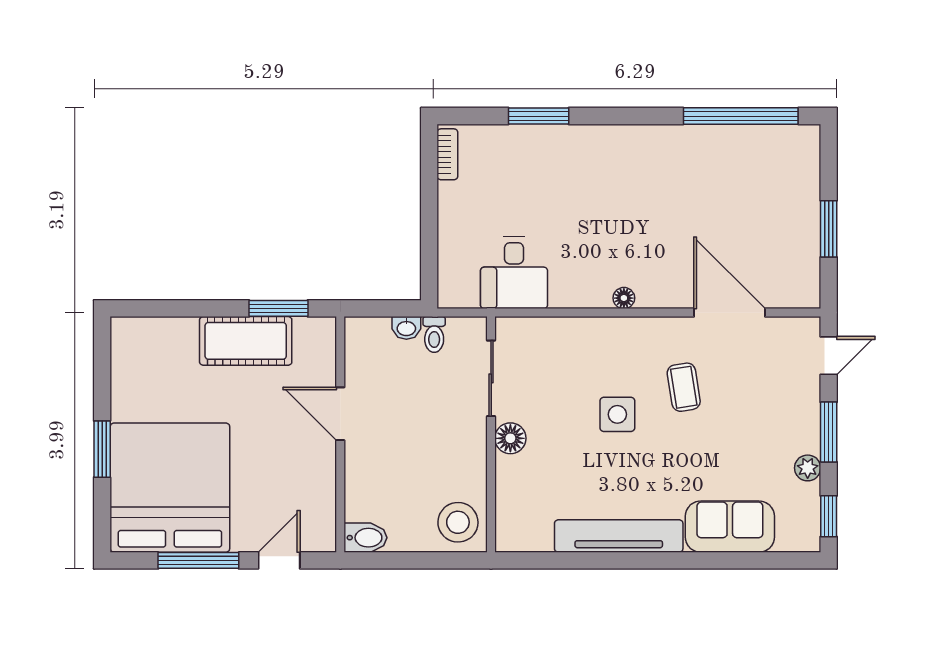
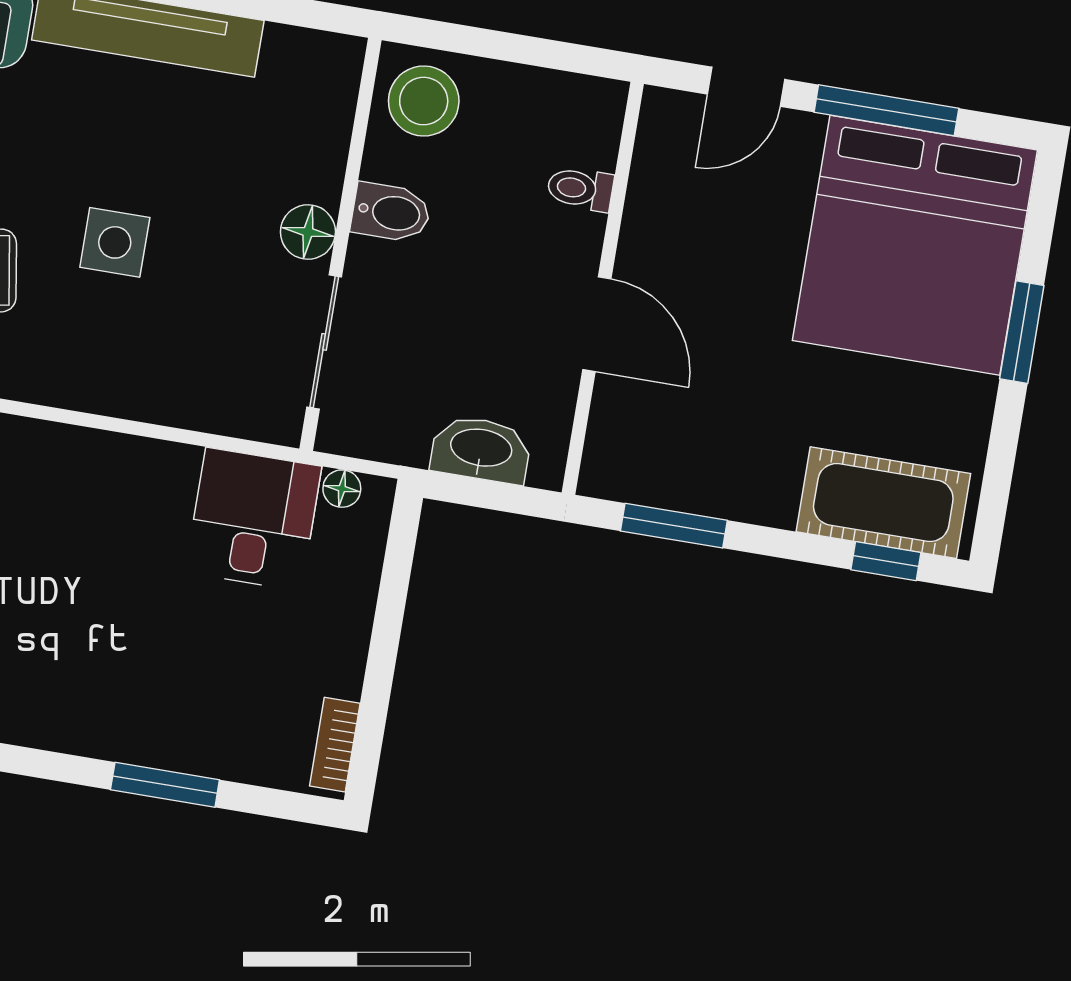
floor lamp: (624, 298) -> (342, 489), moved
window: (157, 308) -> (886, 561), added
washbasin: (406, 328) -> (481, 449), width x1.91, depth x1.45
toilet: (434, 334) -> (580, 189), moved, turned -90
cot: (246, 341) -> (883, 503), moved
bidet: (365, 538) -> (391, 212), moved, turned 180

